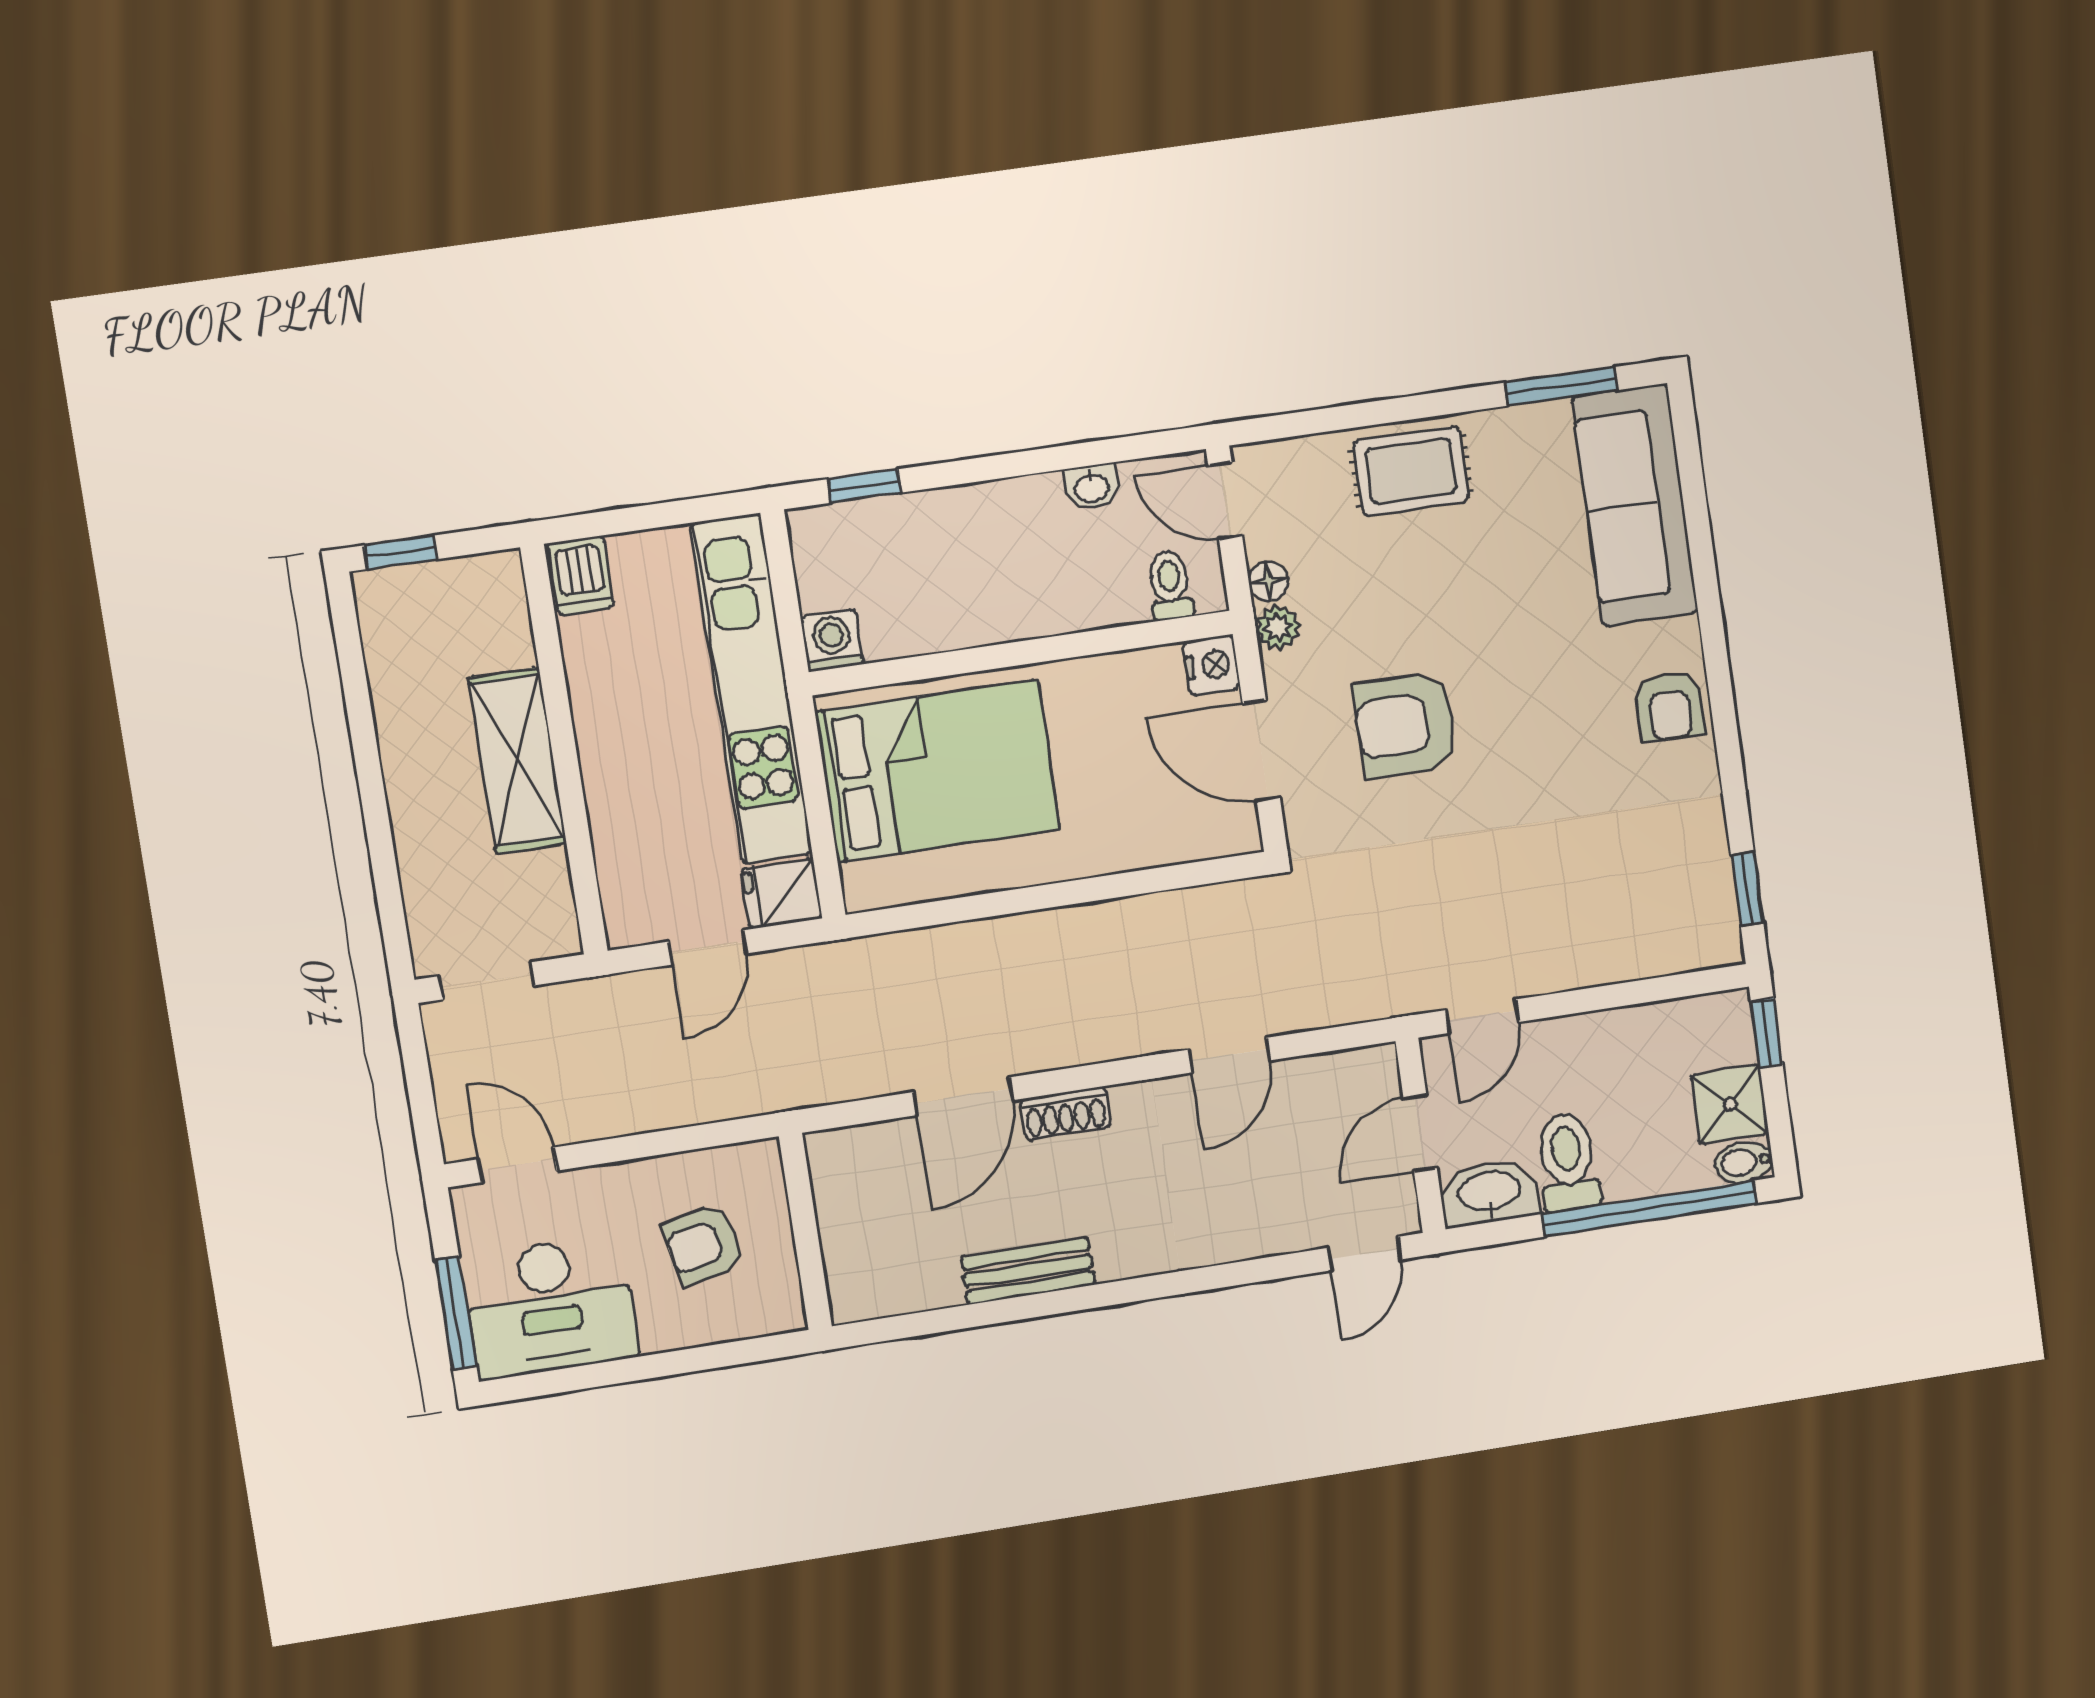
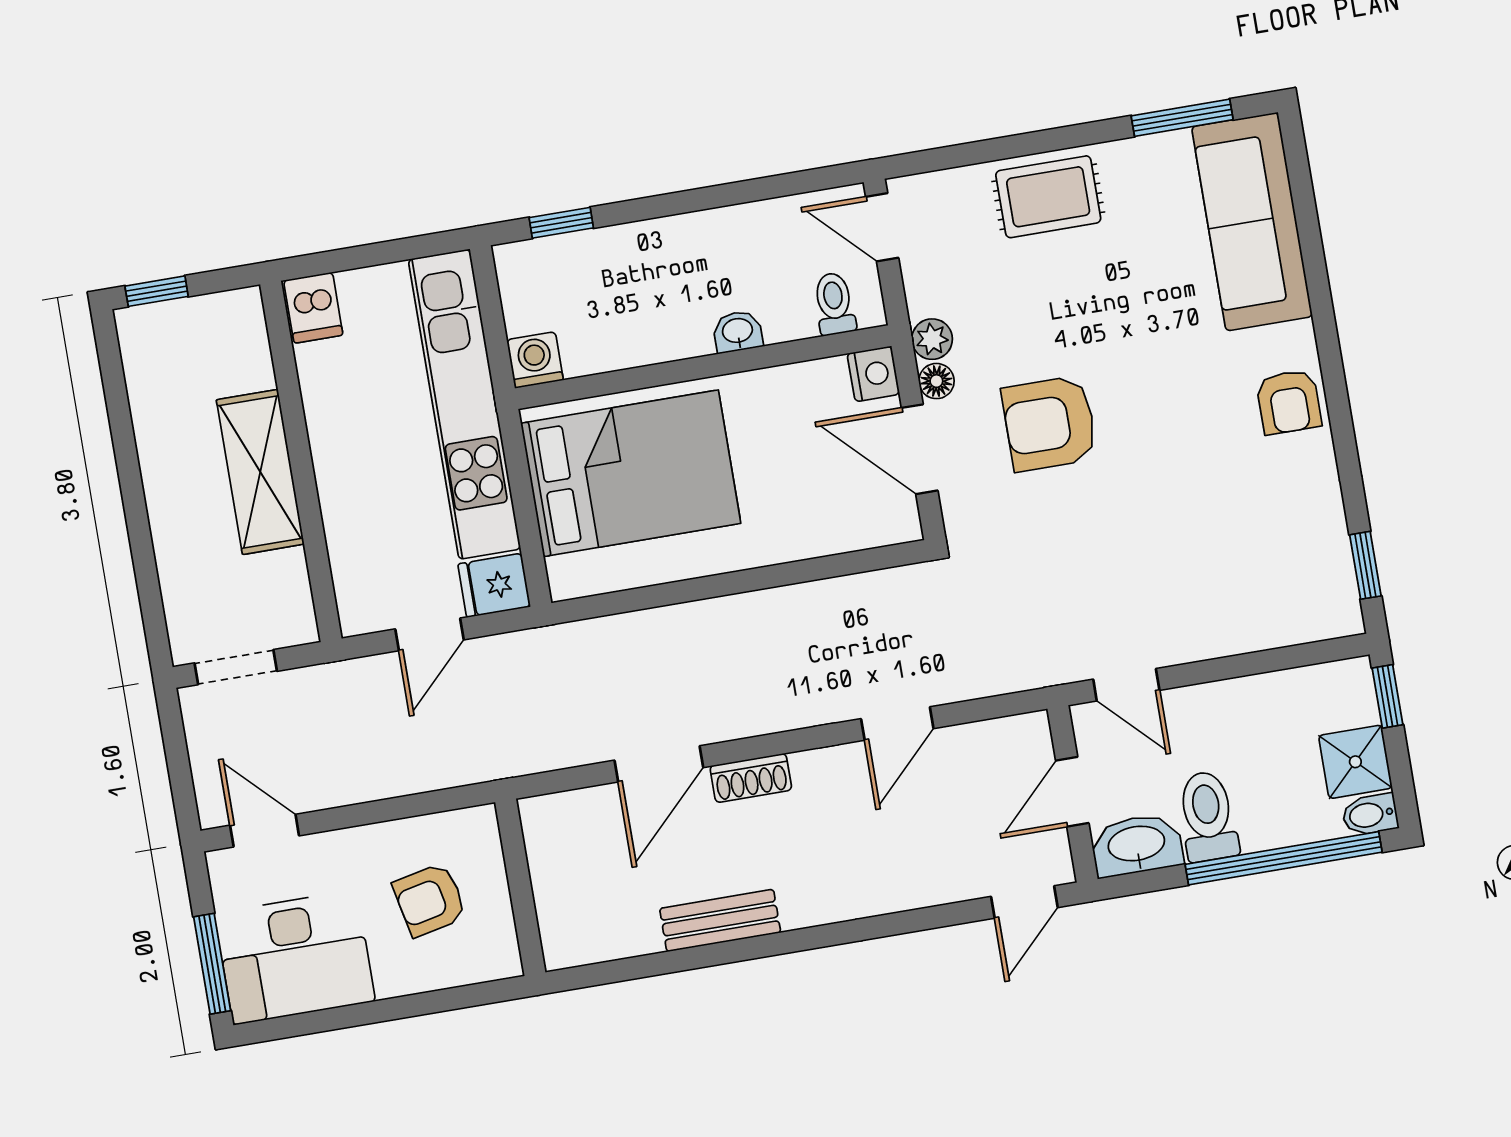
washbasin: (1092, 487) -> (738, 332), moved, turned 180
floor lamp: (1268, 581) -> (936, 381), moved
door: (1483, 1016) -> (1126, 685), hinge flipped

